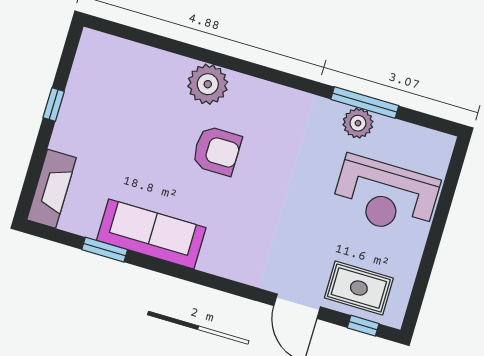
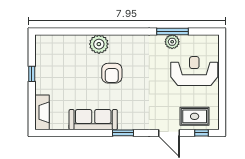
armchair: (217, 151) -> (112, 73), turned 90
reception desk: (385, 196) -> (194, 71), turned 180
window: (105, 250) -> (123, 133), moved

